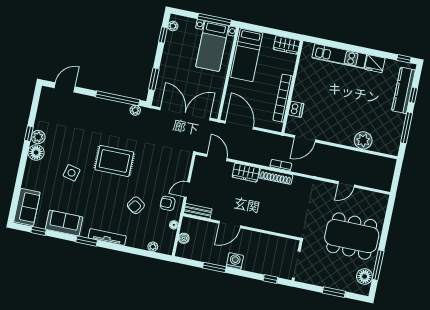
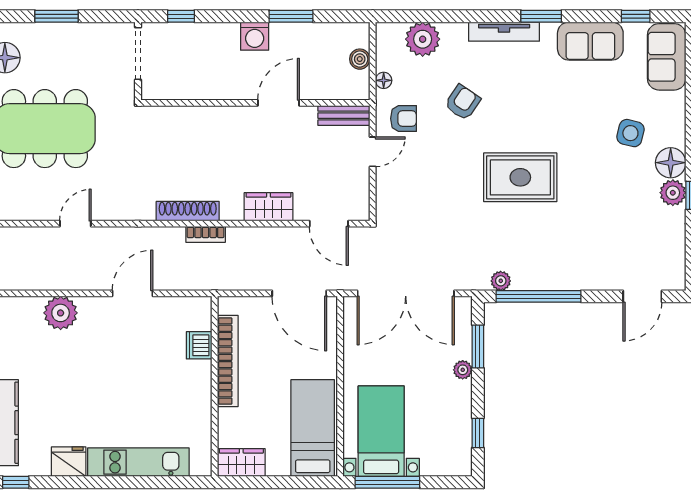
plant: (173, 26) -> (463, 370), moved
door: (305, 139) -> (133, 293), moved
side table: (72, 173) -> (630, 133), moved
shoe rack: (276, 176) -> (188, 211), moved
plant: (153, 247) -> (423, 39), width x1.88, depth x1.88

